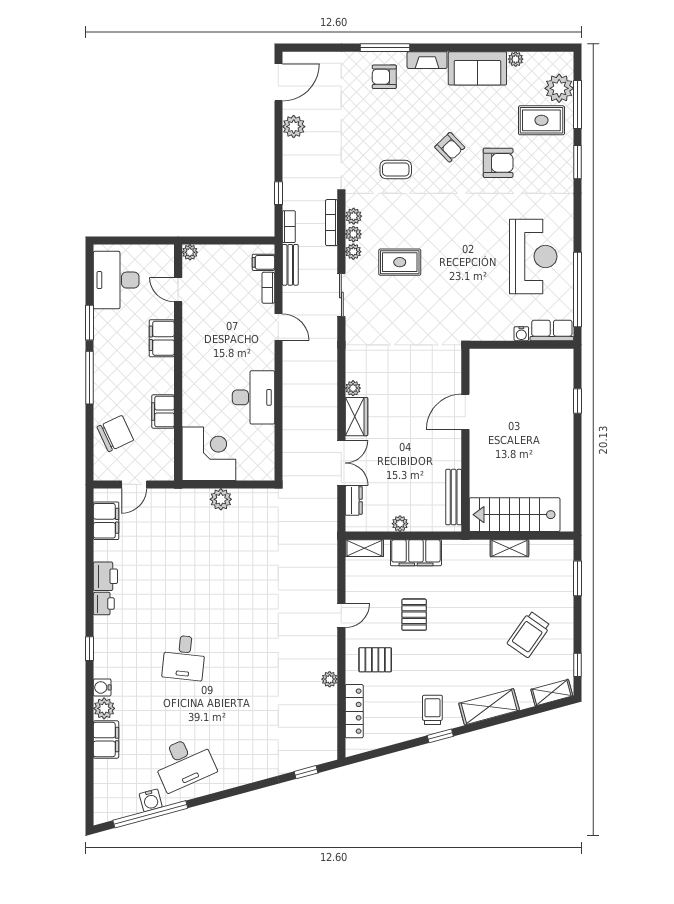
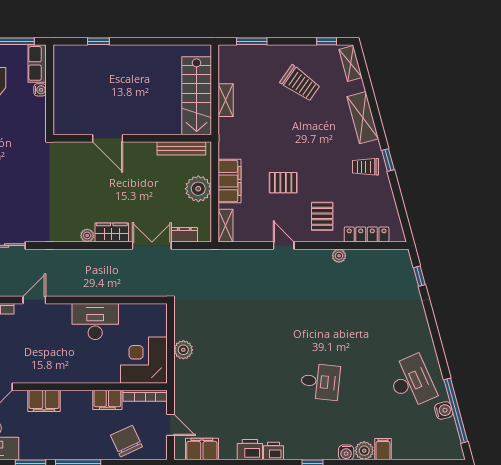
bookcase: (168, 455) -> (145, 396), added
plant: (400, 524) -> (198, 189), width x1.88, depth x1.88
filing cabinet: (106, 739) -> (383, 449), width x0.50

